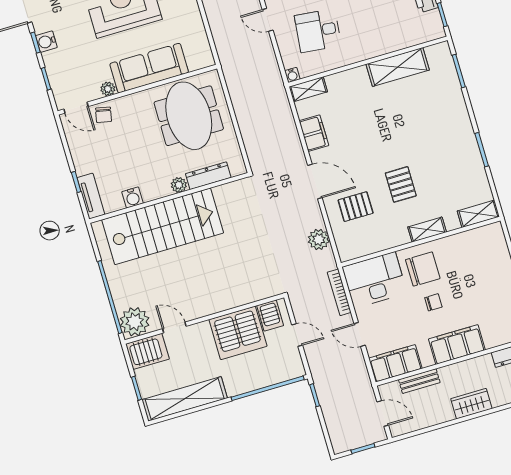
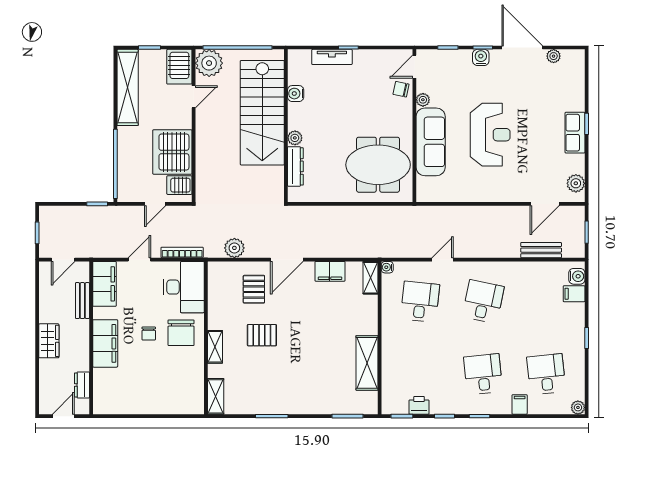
dresser: (208, 176) -> (295, 166), moved
plant: (179, 185) -> (295, 138), moved
water cooler: (133, 198) -> (296, 94), moved
wall: (169, 198) -> (286, 126), moved
stairs: (163, 226) -> (262, 113), moved

